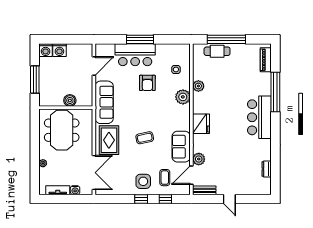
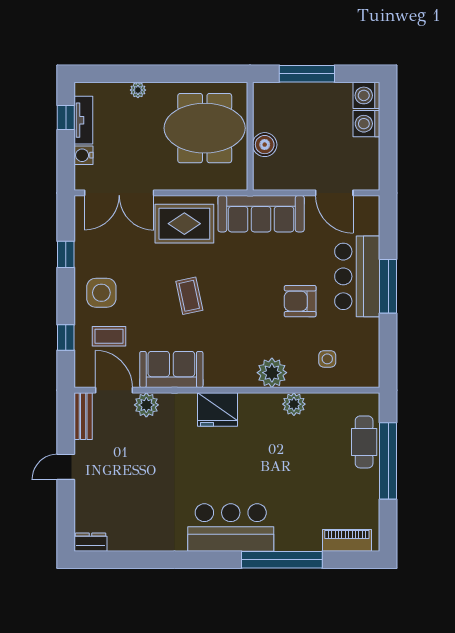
dresser: (267, 169) -> (91, 542), moved
window: (56, 199) -> (66, 118), added
window: (141, 199) -> (66, 254), moved

